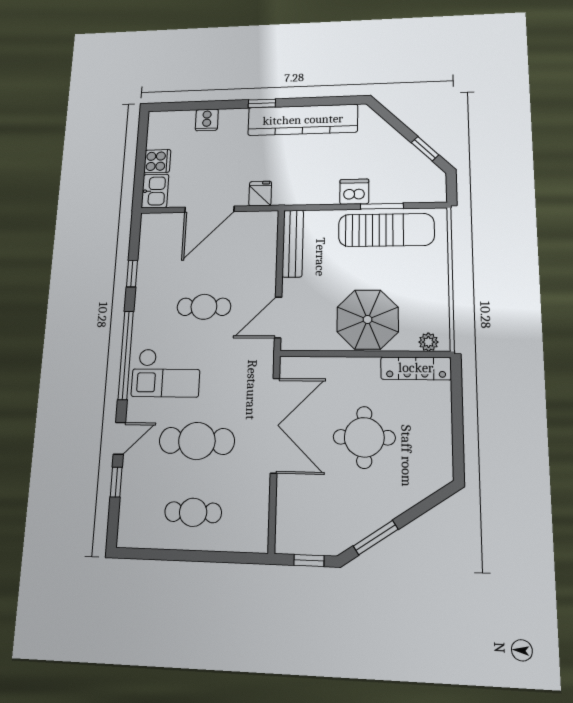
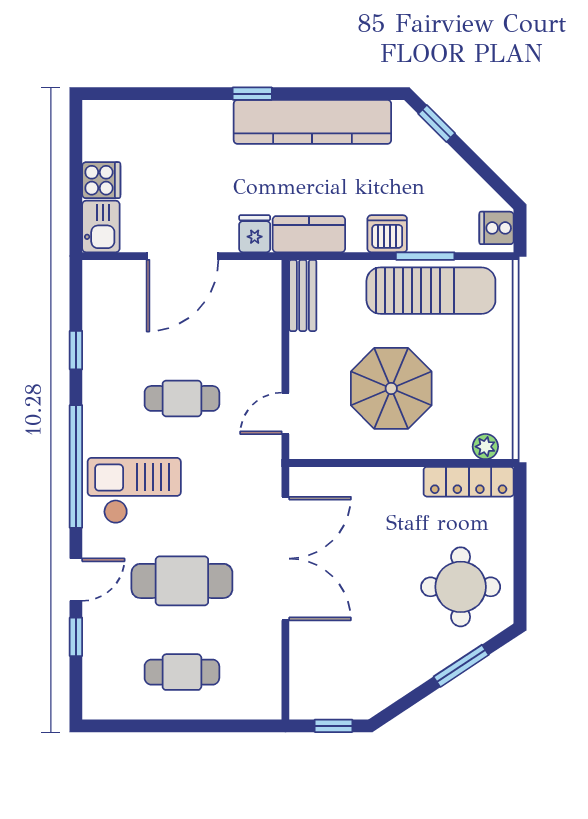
cooker: (207, 120) -> (497, 228), moved, turned 90
window: (425, 149) -> (437, 123), moved
kitchen counter: (298, 193) -> (309, 234), added
bench: (293, 243) -> (303, 295), width x0.73
door: (278, 317) -> (285, 413), width x0.73
parasol: (368, 319) -> (391, 388), moved
checkout: (166, 373) -> (134, 491), turned 180
round table: (364, 437) -> (461, 587), moved
window: (376, 538) -> (461, 666), moved

